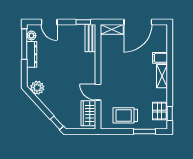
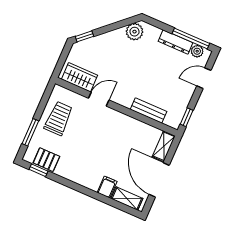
bench: (90, 38) -> (149, 110), moved
shelving: (162, 76) -> (127, 199), moved

